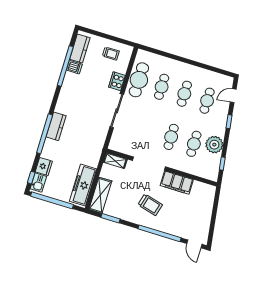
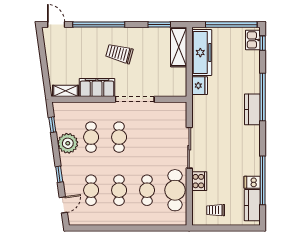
shelving: (115, 161) -> (65, 91), moved
fridge: (44, 167) -> (200, 86), moved, turned 180

